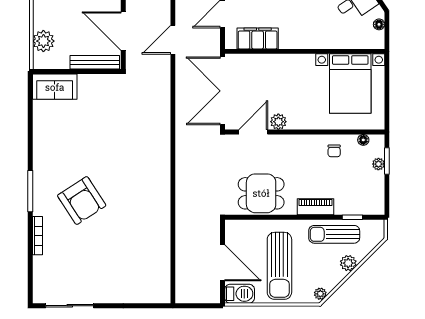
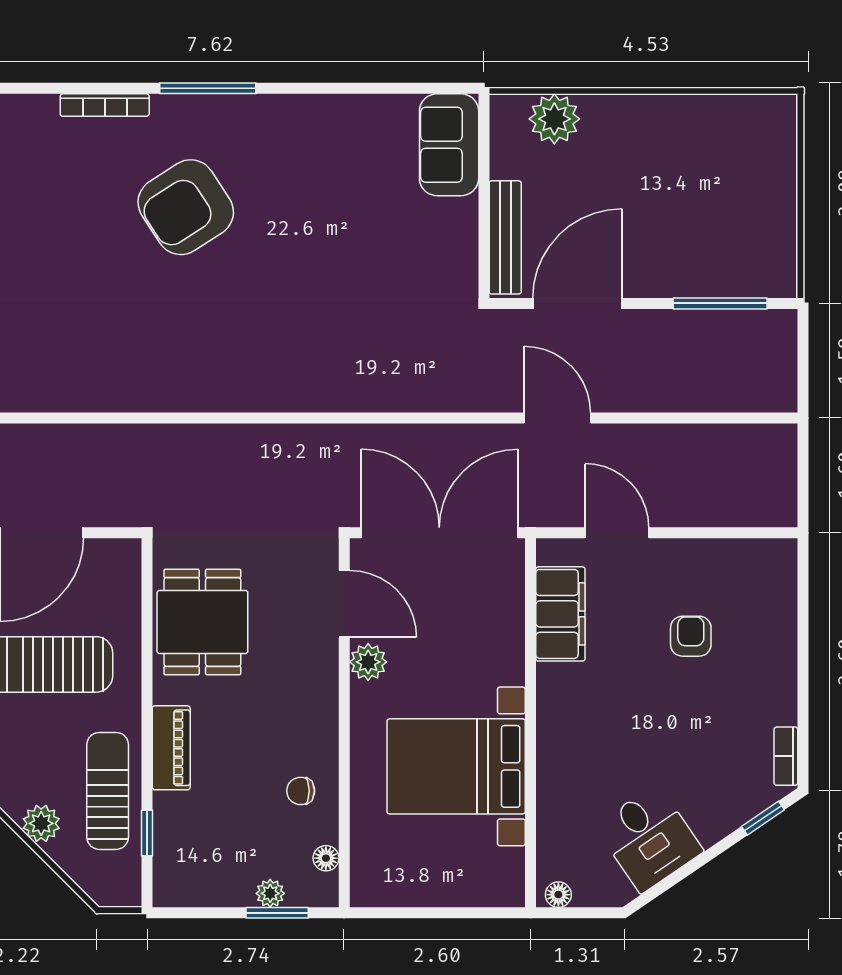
floor lamp: (379, 24) -> (558, 895), moved
bed with nightstands: (350, 84) -> (456, 766), moved

